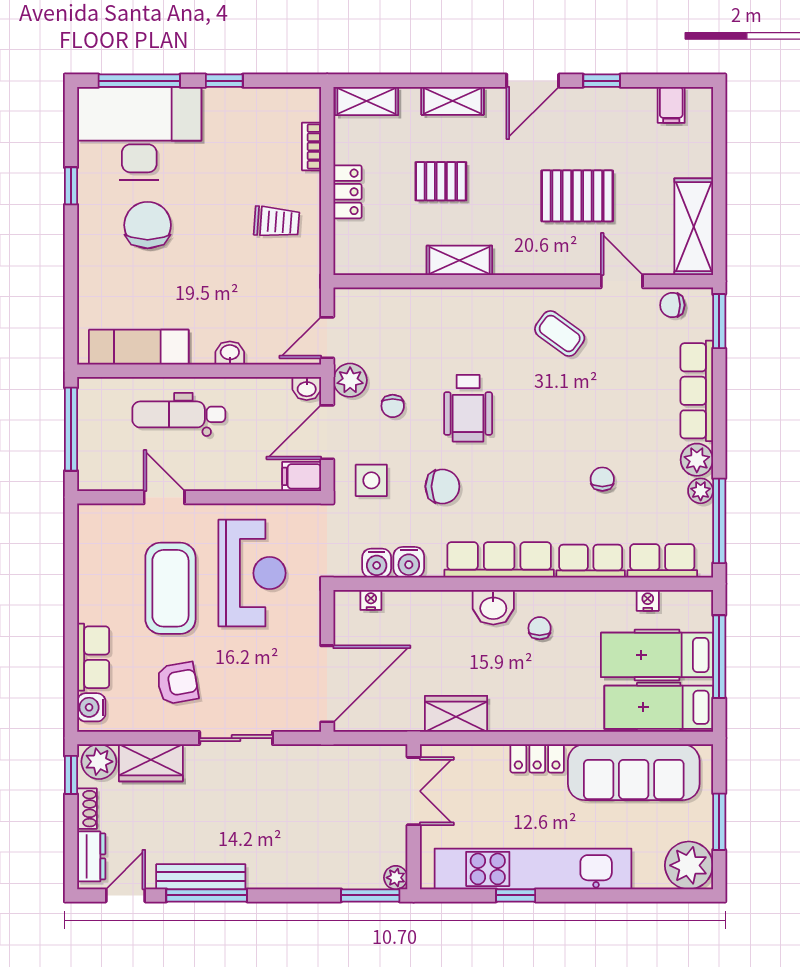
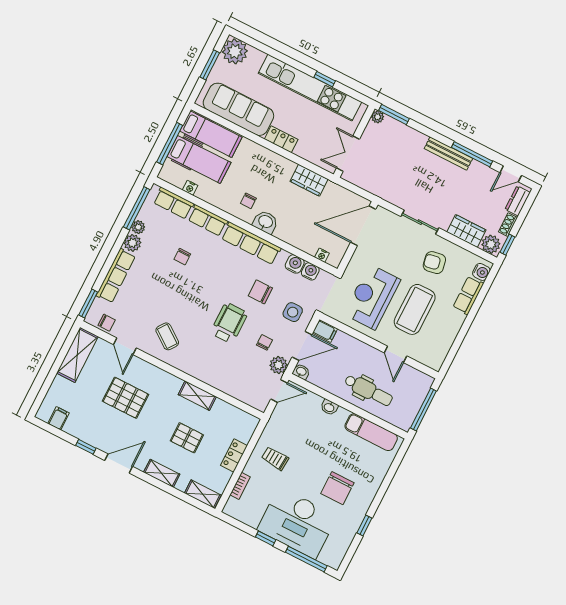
desk: (139, 133) -> (297, 523), moved
bench: (201, 877) -> (448, 153), moved

